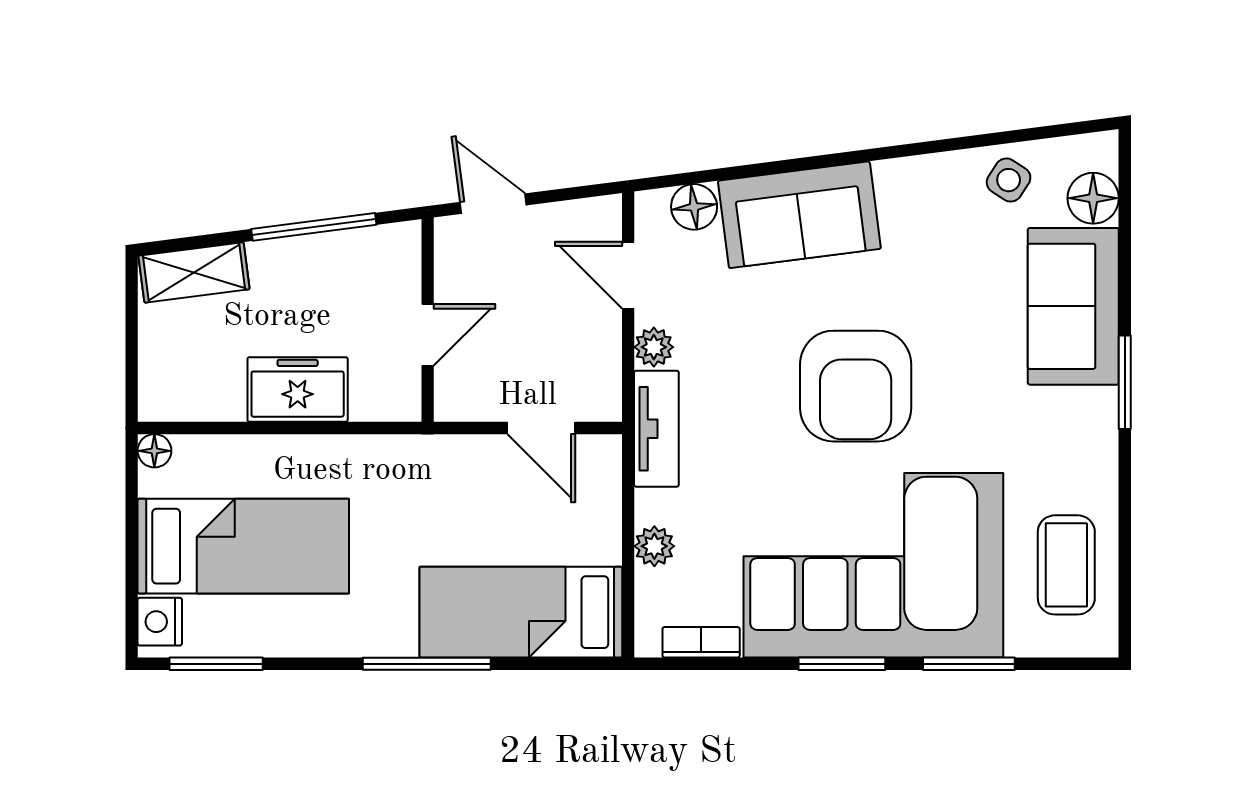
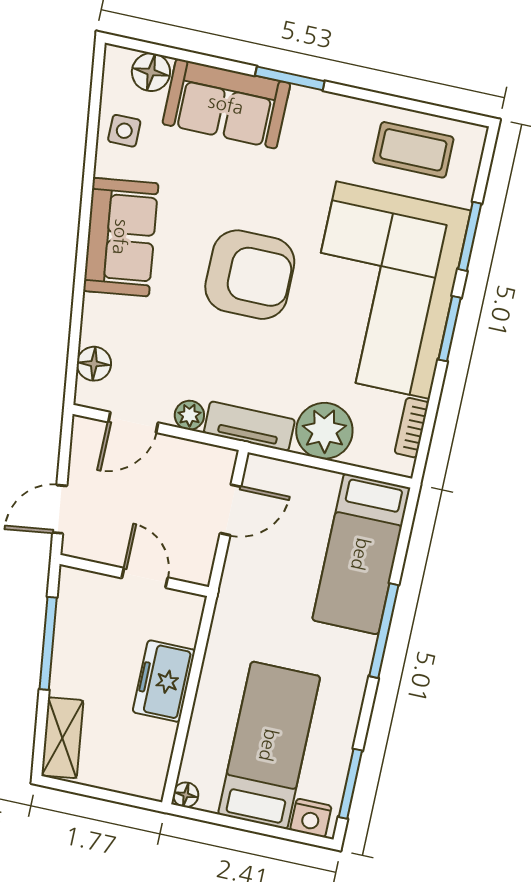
side table: (1009, 180) -> (124, 131), turned -33
sofa: (799, 215) -> (121, 237), moved
plant: (654, 546) -> (324, 431), width x1.88, depth x1.88

